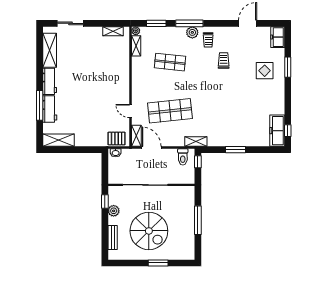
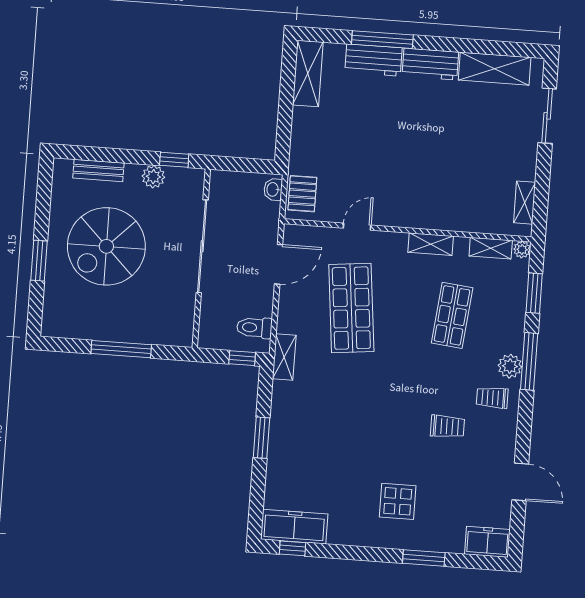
display table: (265, 71) -> (398, 501), moved
shelving: (136, 136) -> (431, 244), moved

